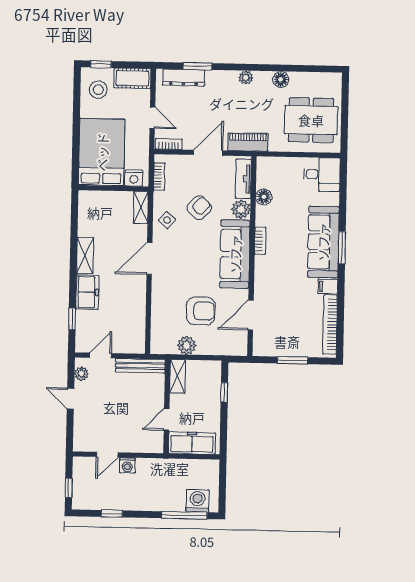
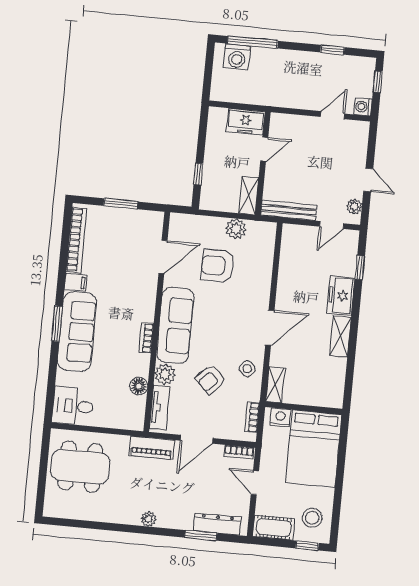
floor lamp: (281, 79) -> (110, 514), removed
freezer: (192, 443) -> (246, 122), width x0.71
washing machine: (127, 465) -> (363, 107), moved, turned -90

